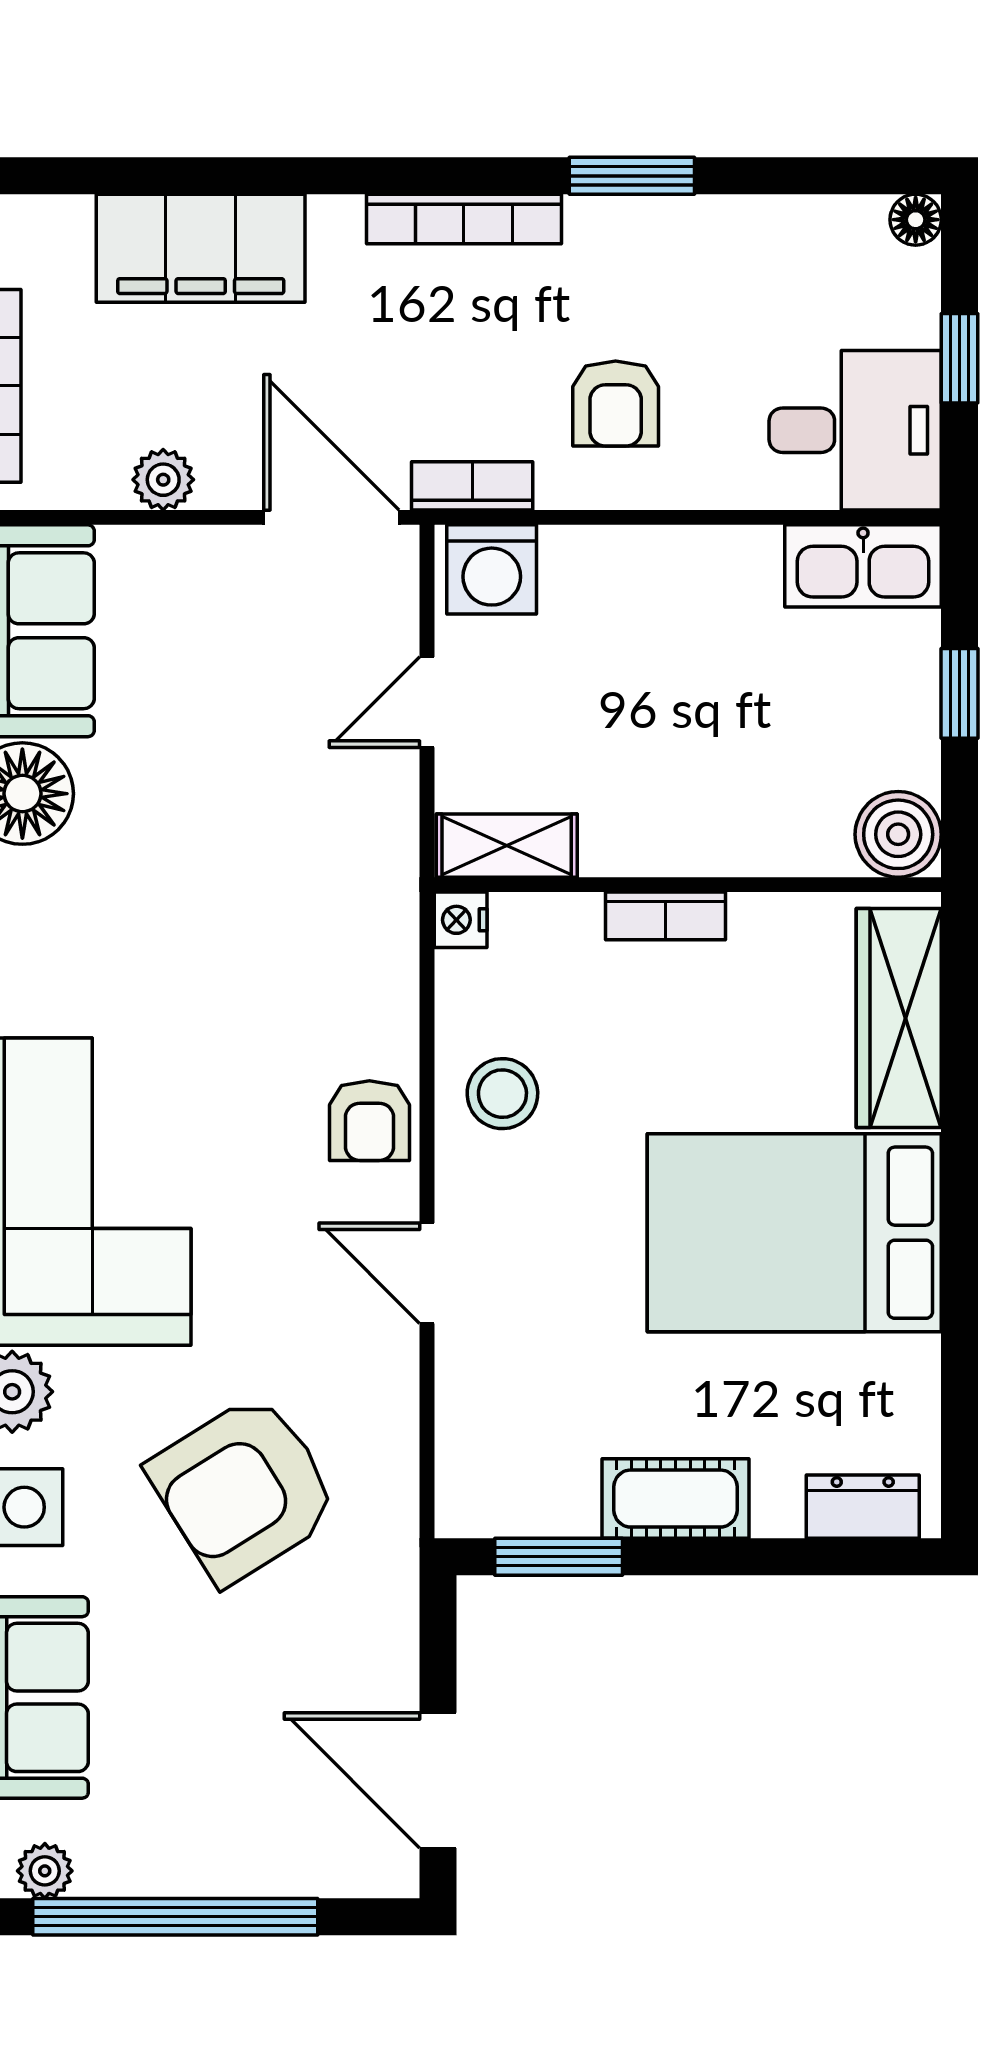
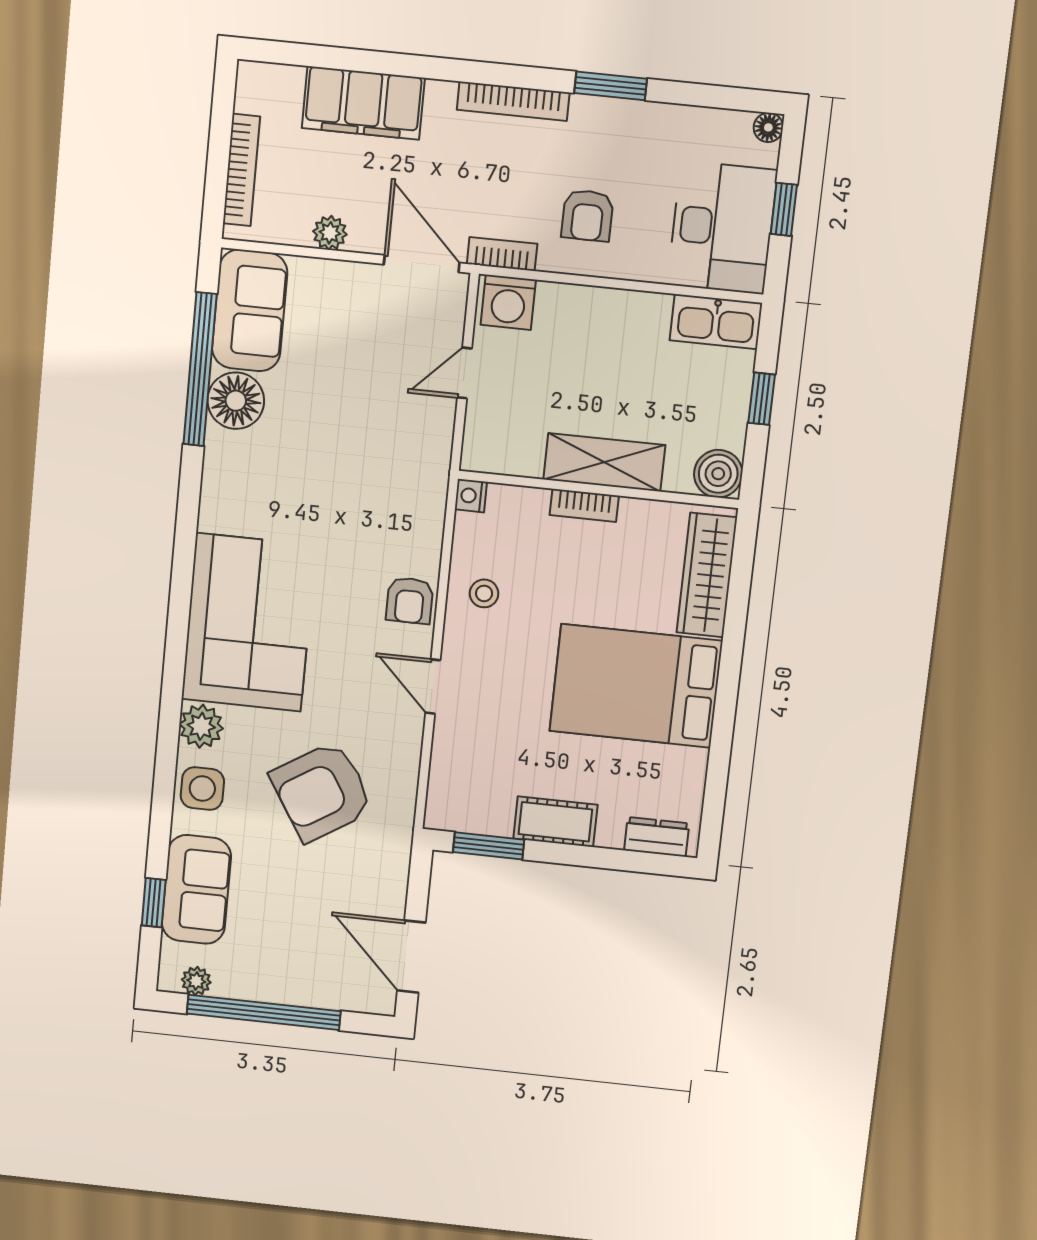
desk: (855, 430) -> (722, 227), width x1.37
shelving: (507, 846) -> (604, 462), moved, width x1.50, depth x1.33
stool: (502, 1094) -> (484, 593), width x0.73, depth x0.73

